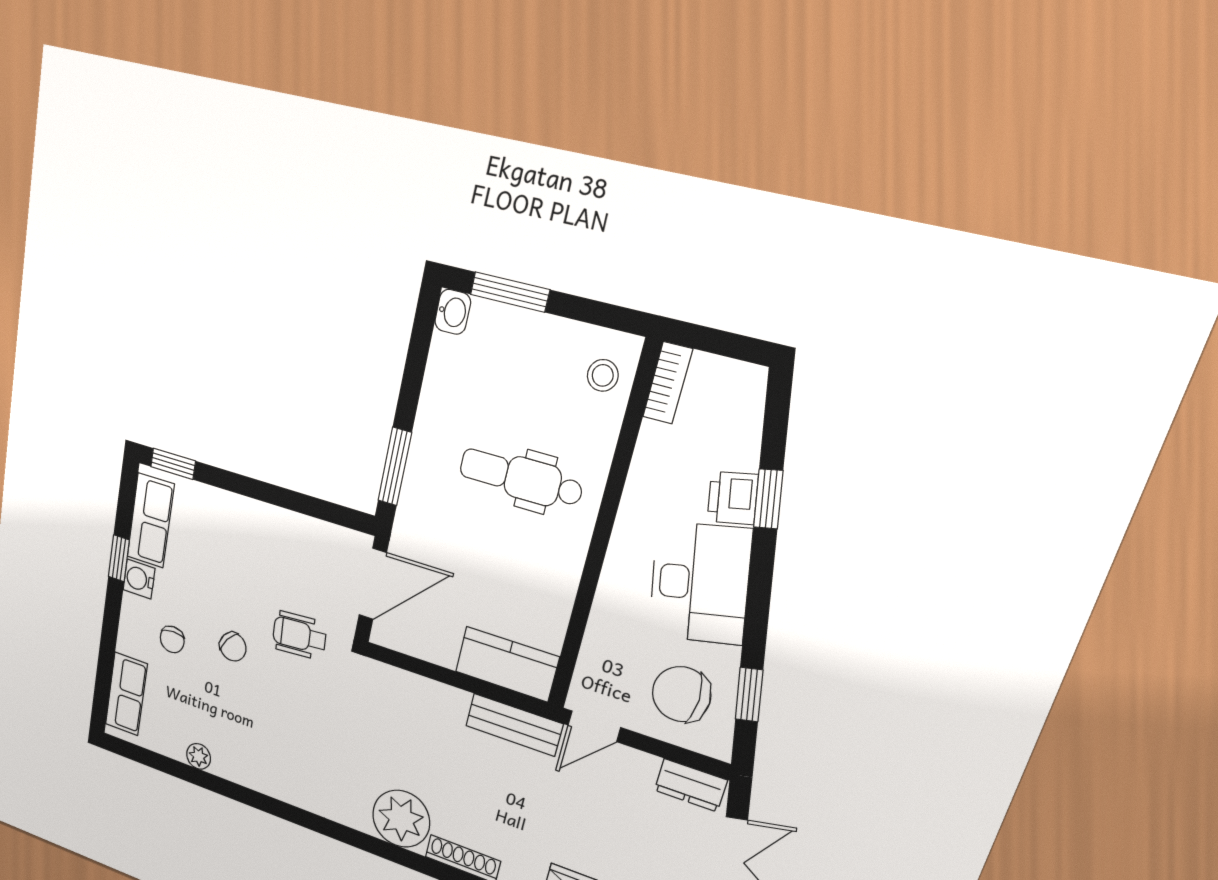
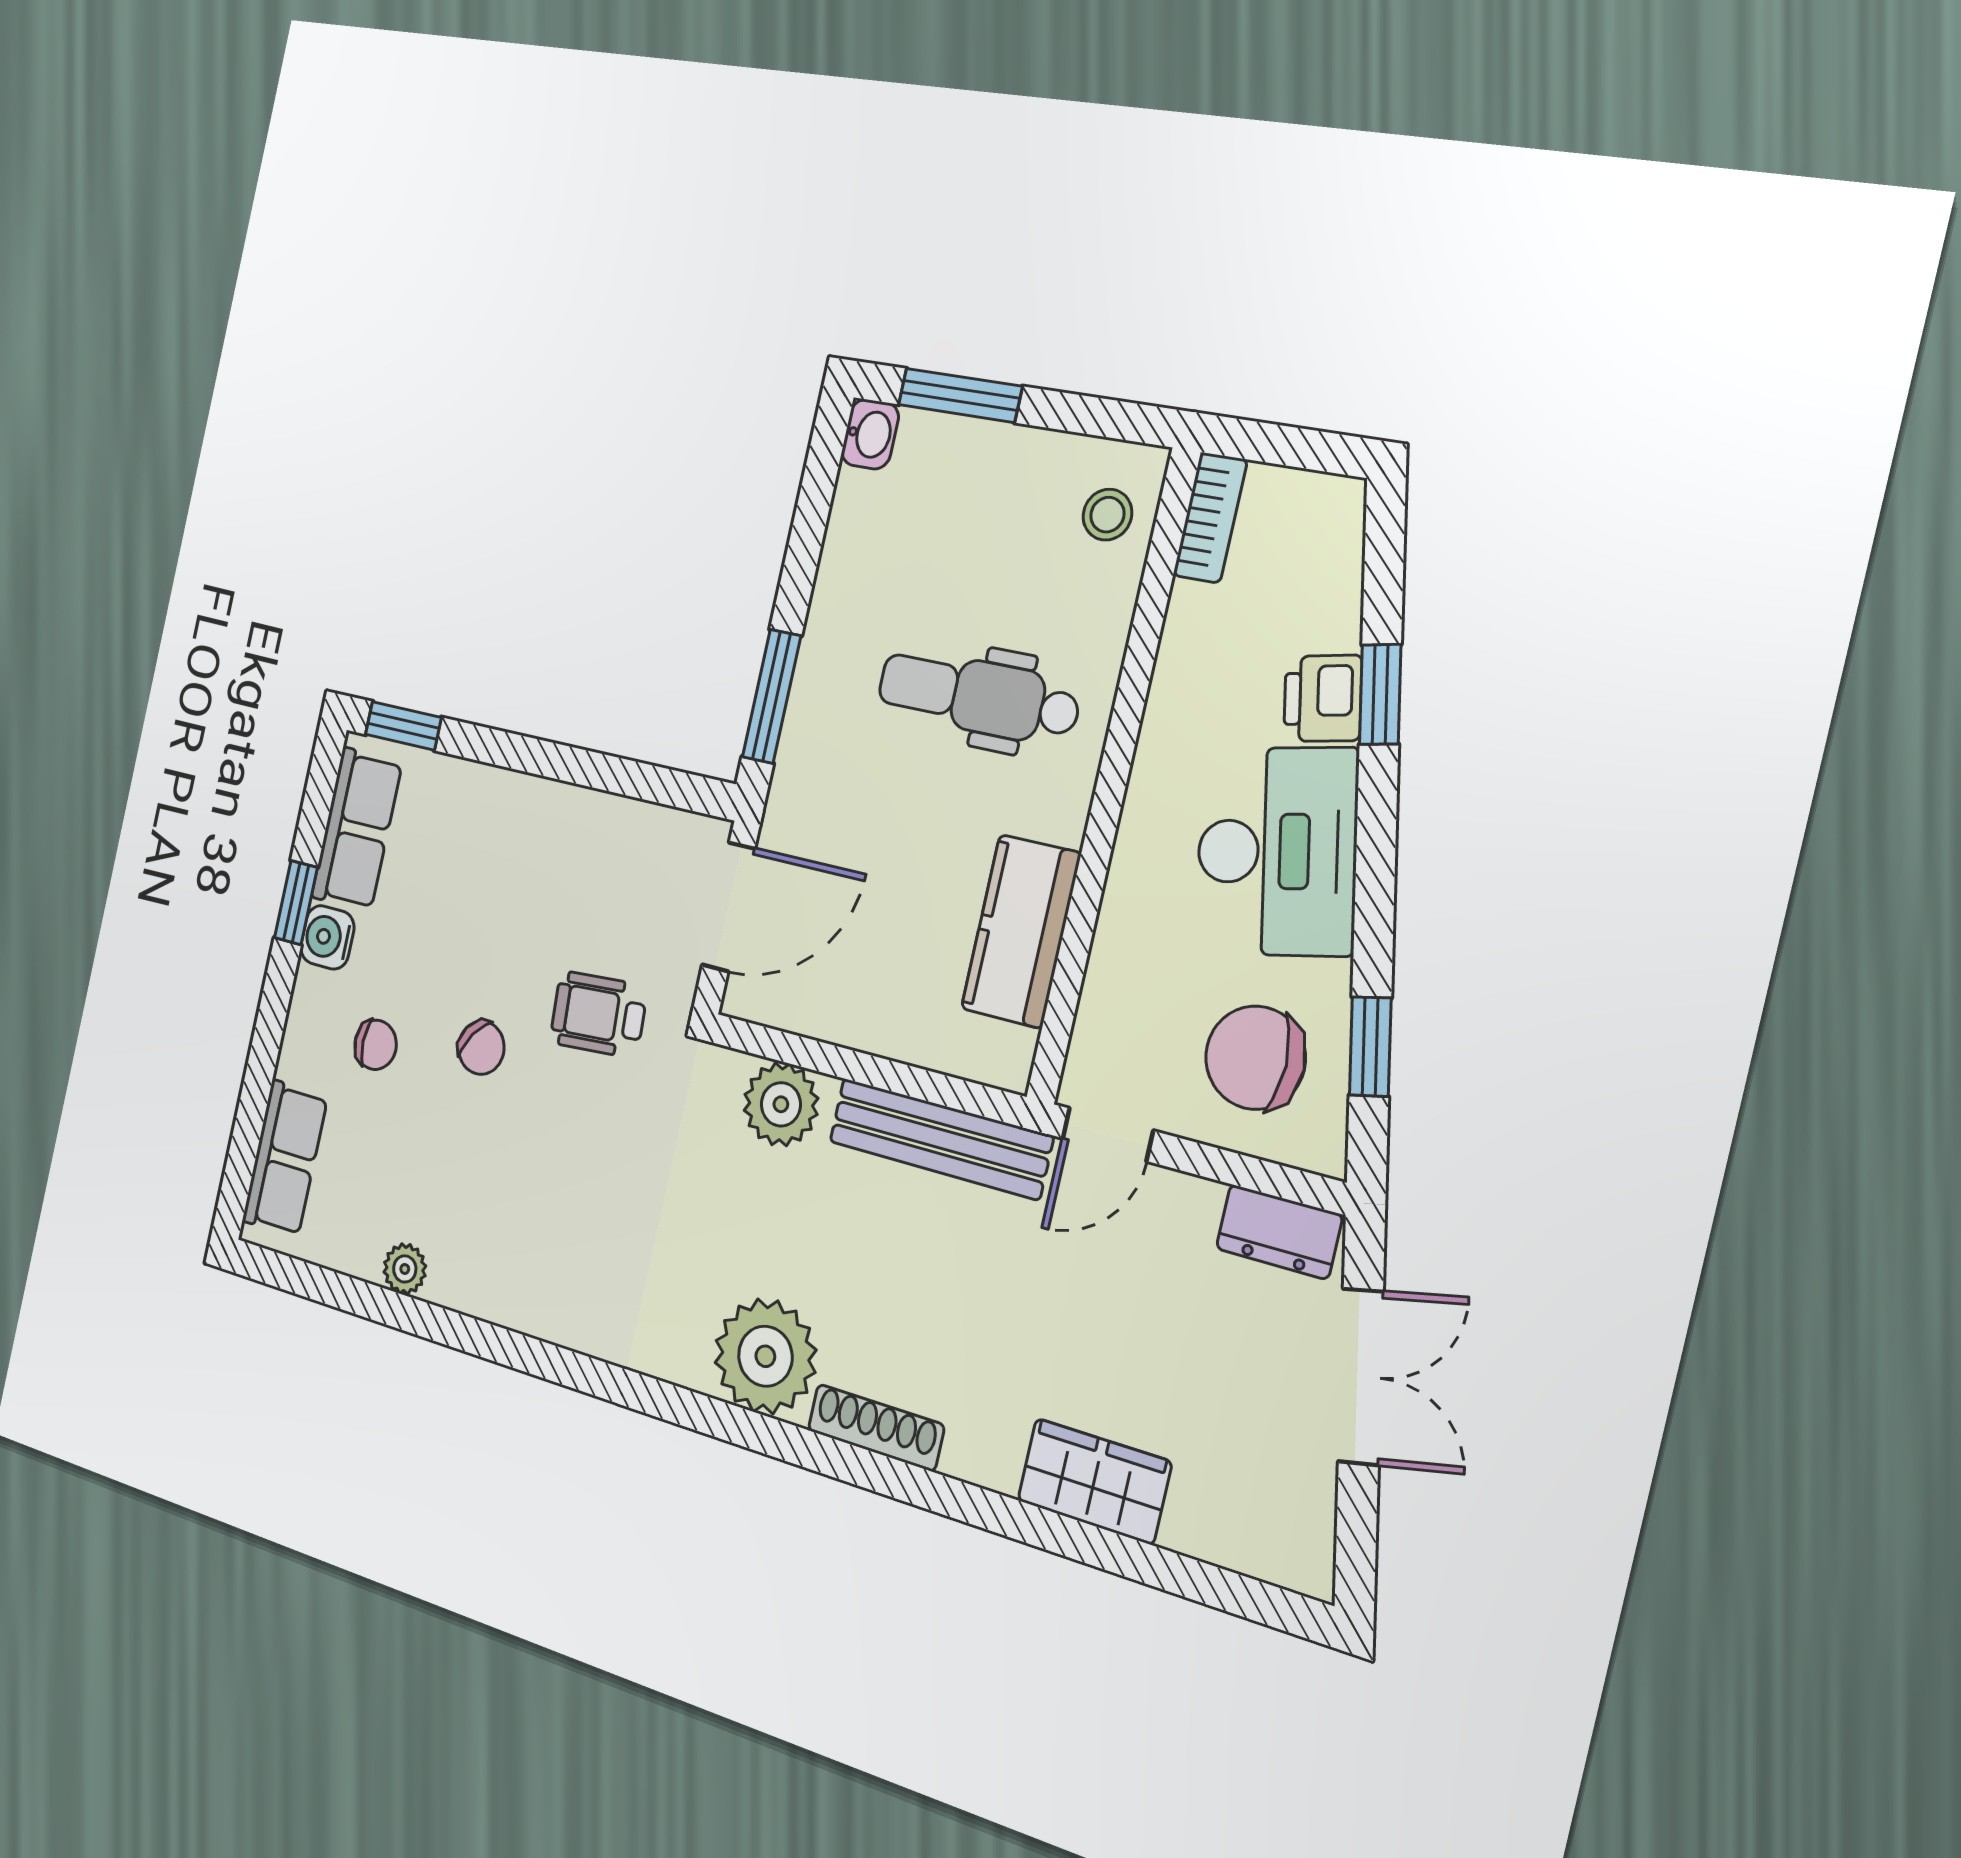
chair: (172, 640) -> (376, 1045), turned -90
kitchen counter: (507, 664) -> (1021, 931), moved, turned -90
plant: (406, 693) -> (781, 1104), added
bench: (514, 725) -> (940, 1139), width x1.36

